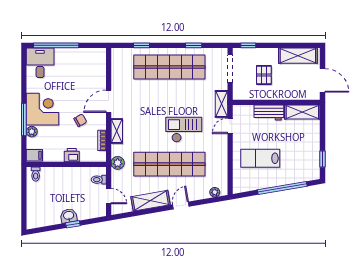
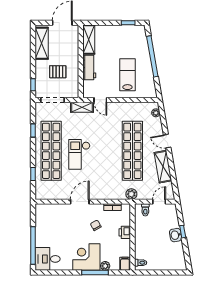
door: (109, 101) -> (80, 202), swing flipped
checkout: (184, 130) -> (79, 154), moved
shelving: (117, 131) -> (105, 195), removed
lab bench: (260, 158) -> (127, 75), turned 180

